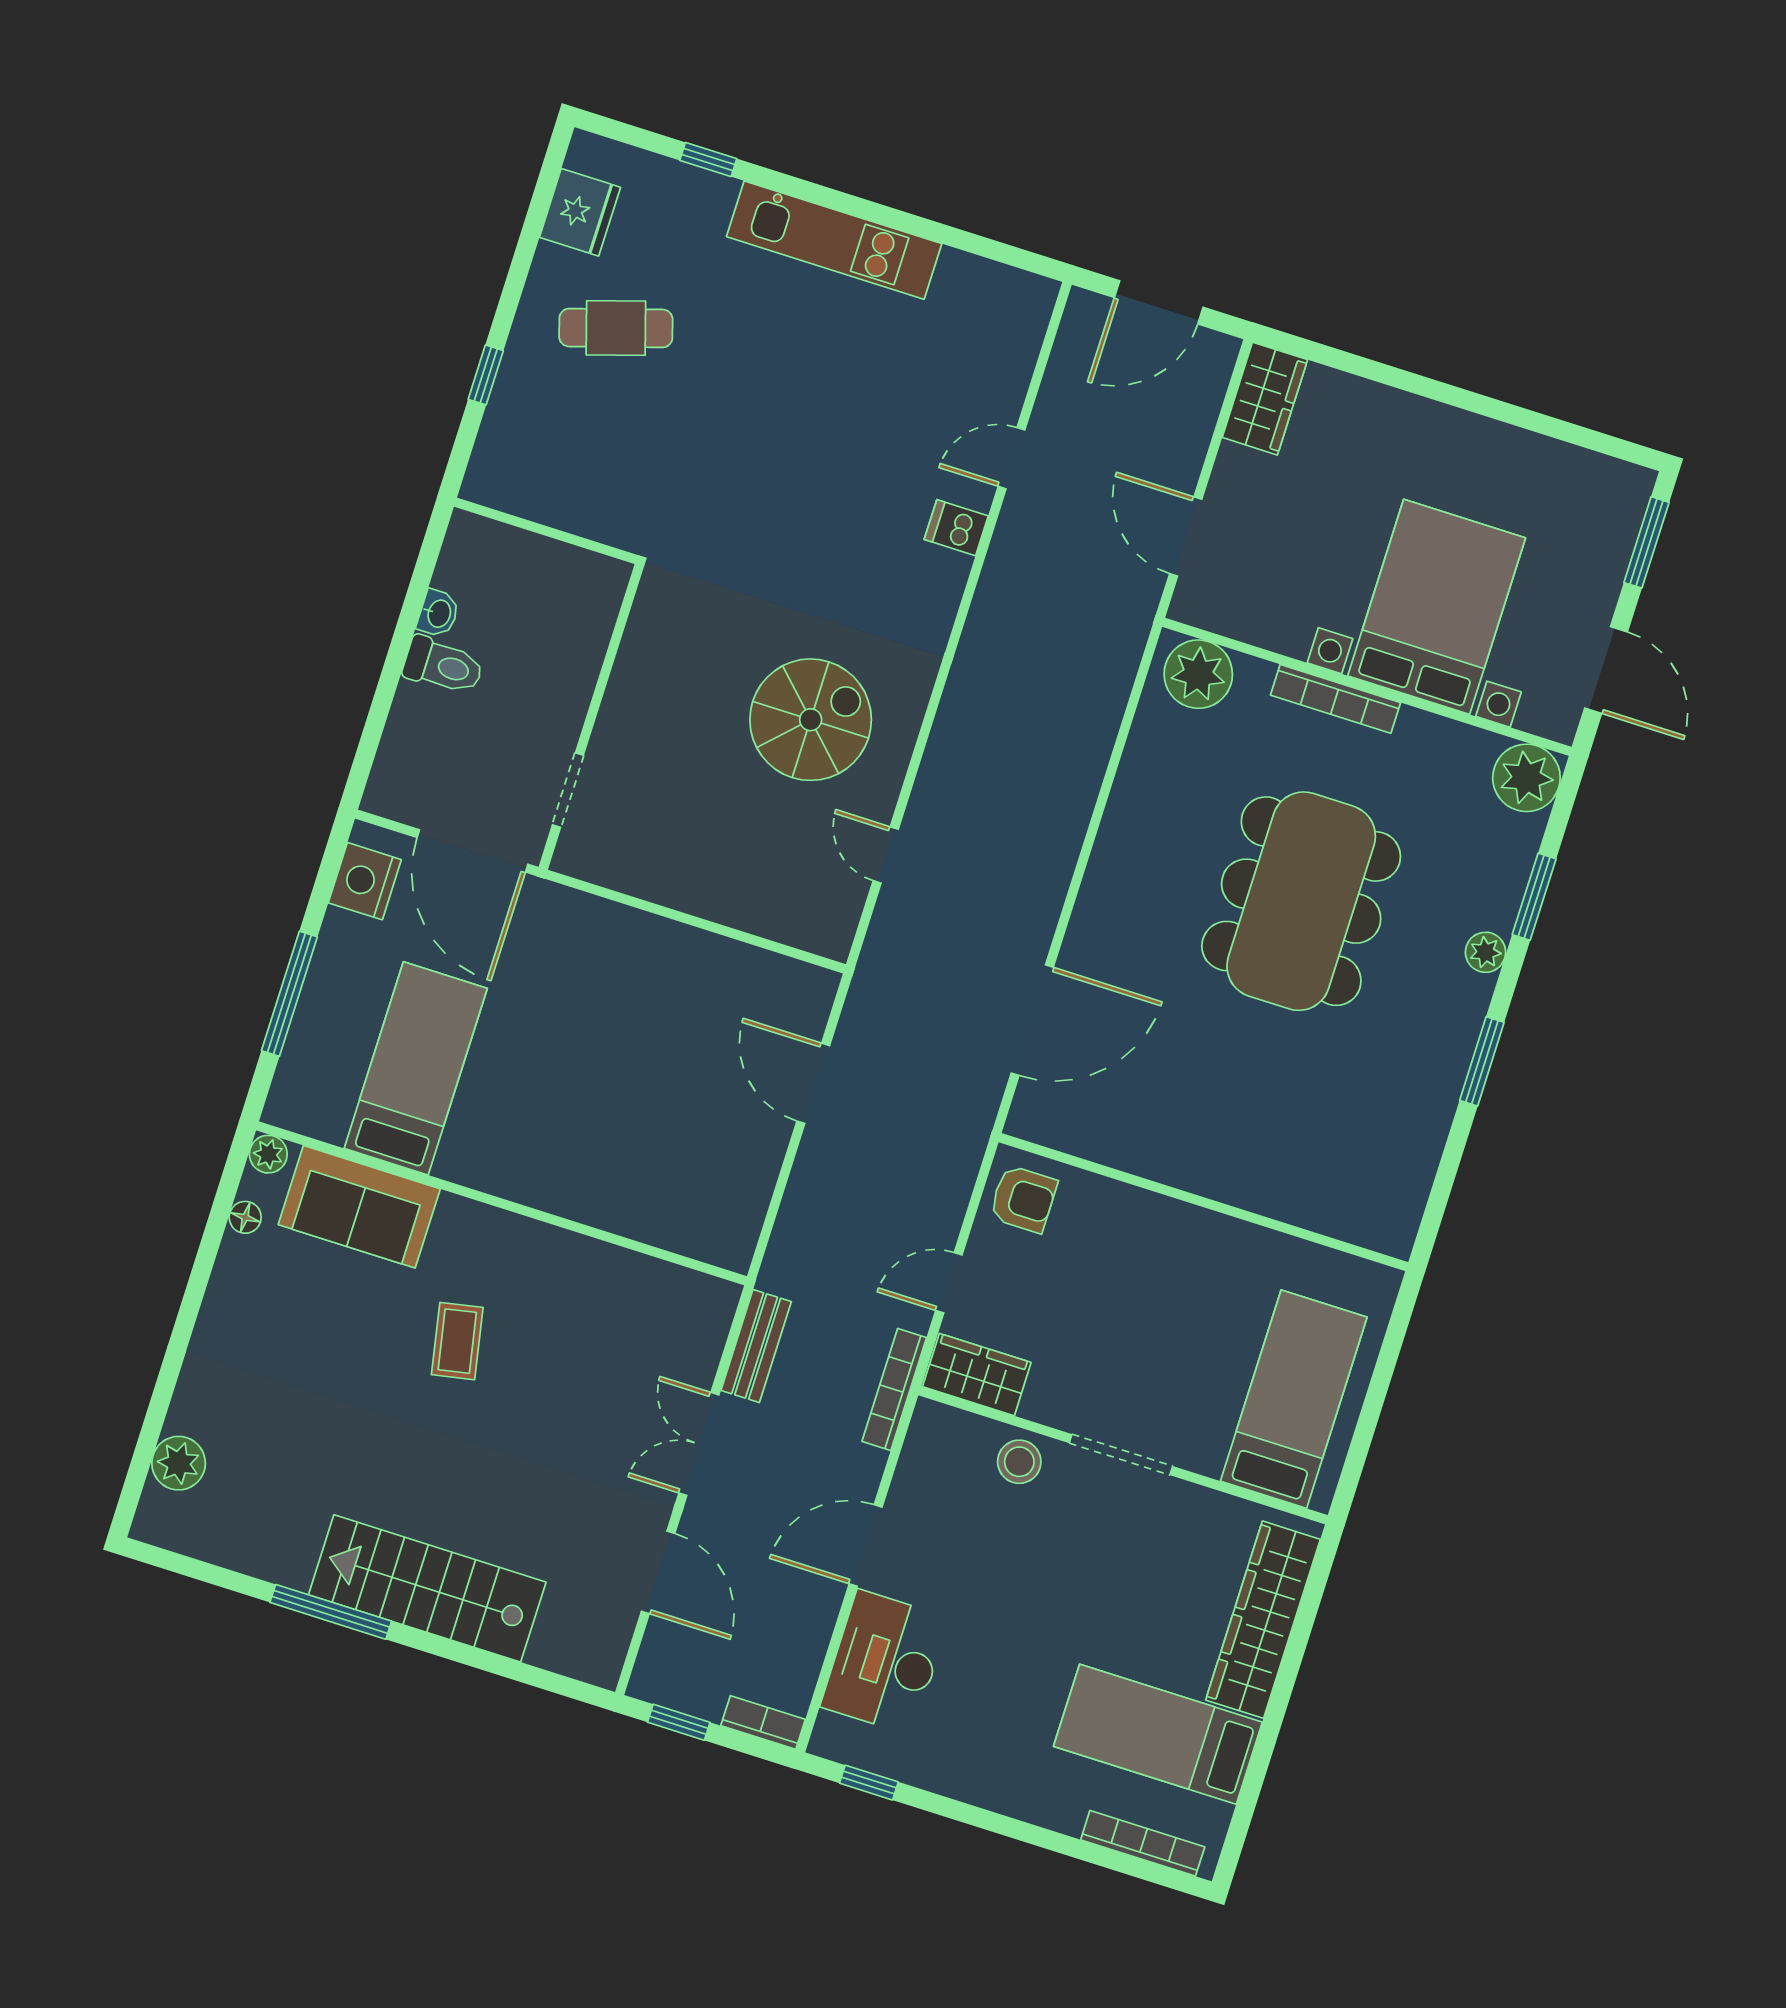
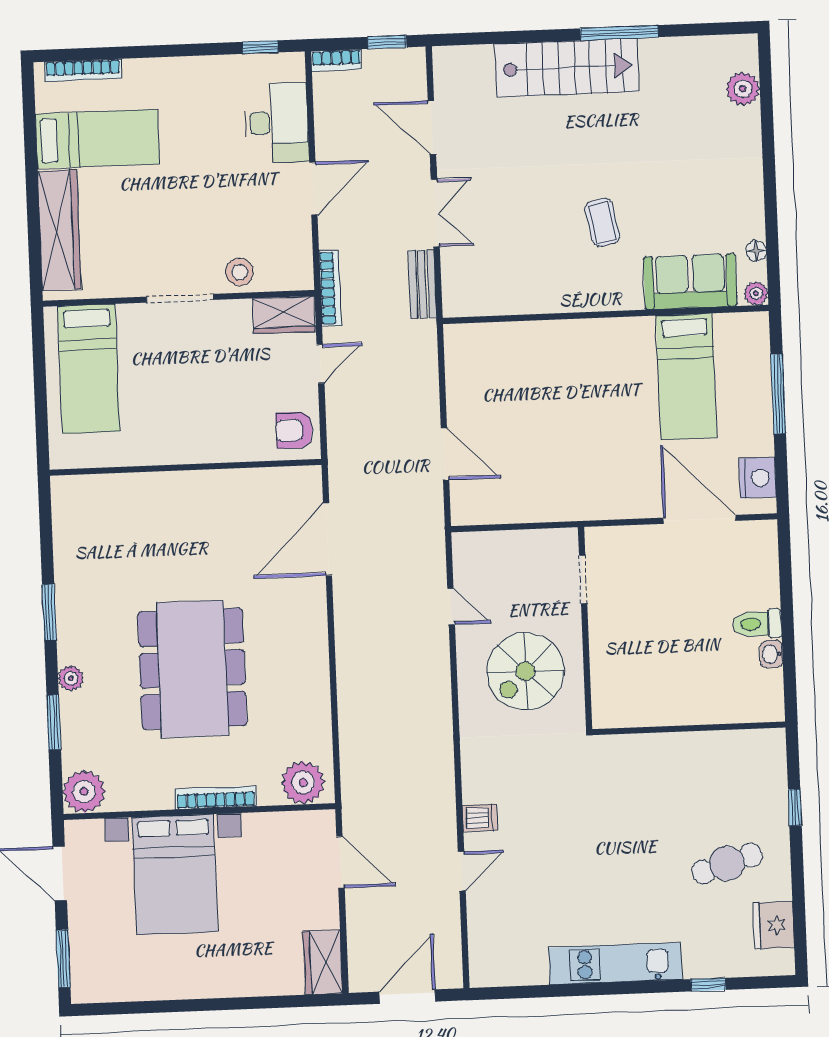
wall: (591, 717) -> (585, 628), moved
doorway: (568, 790) -> (583, 579), moved

